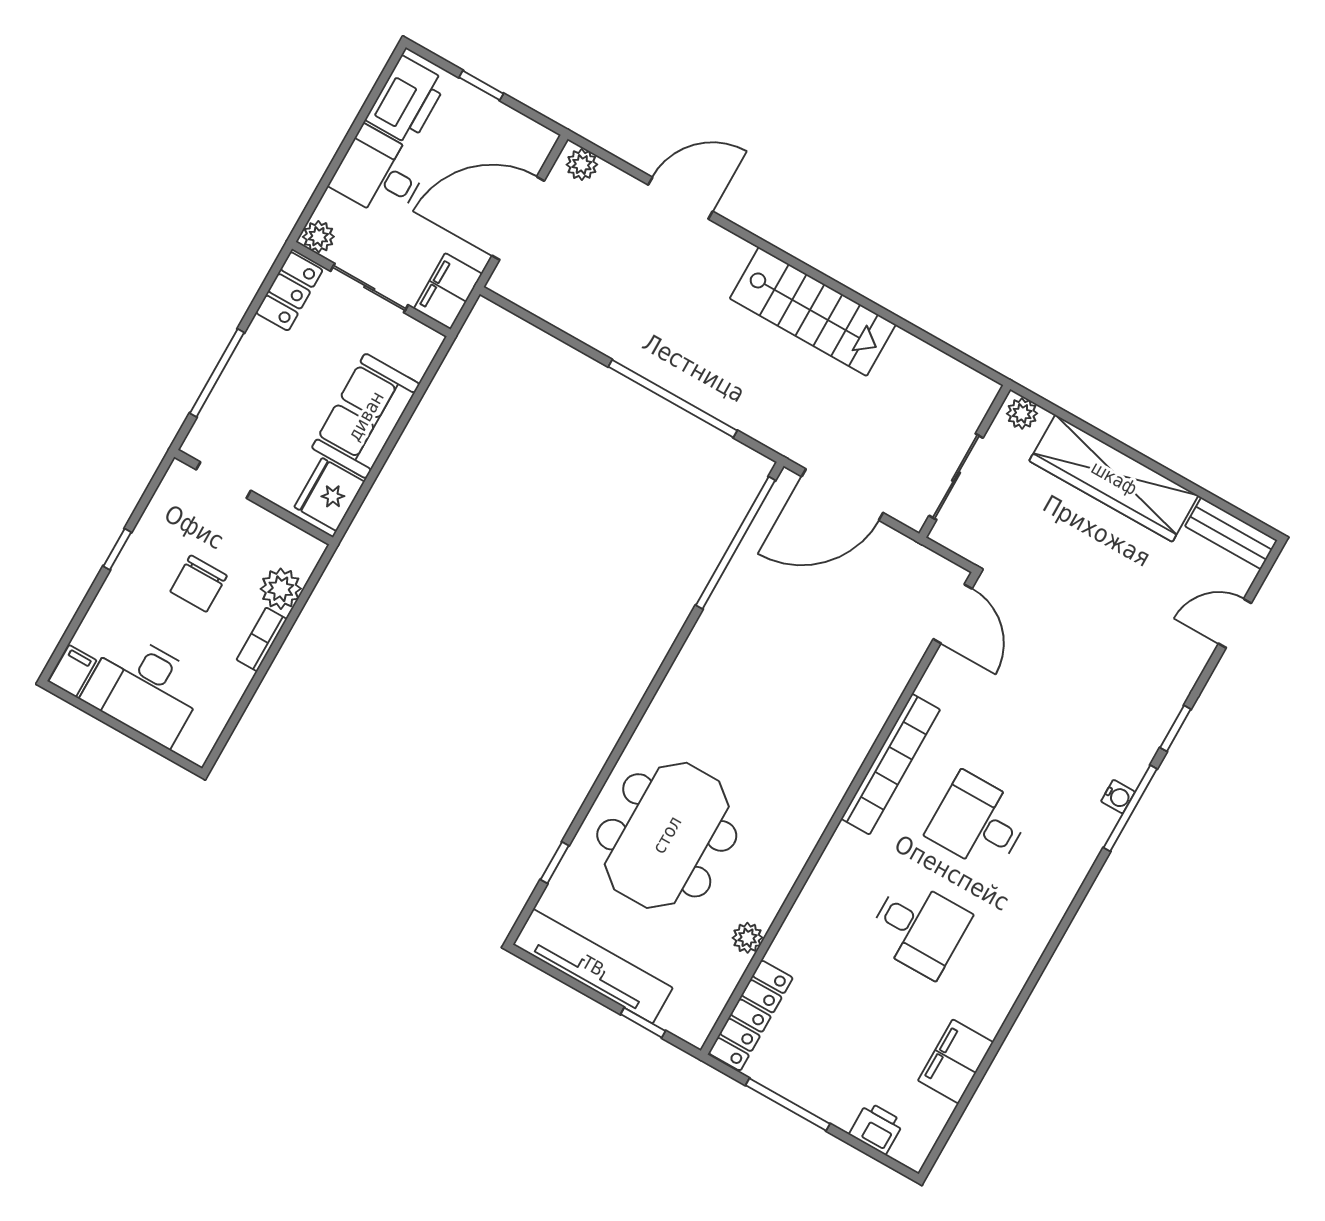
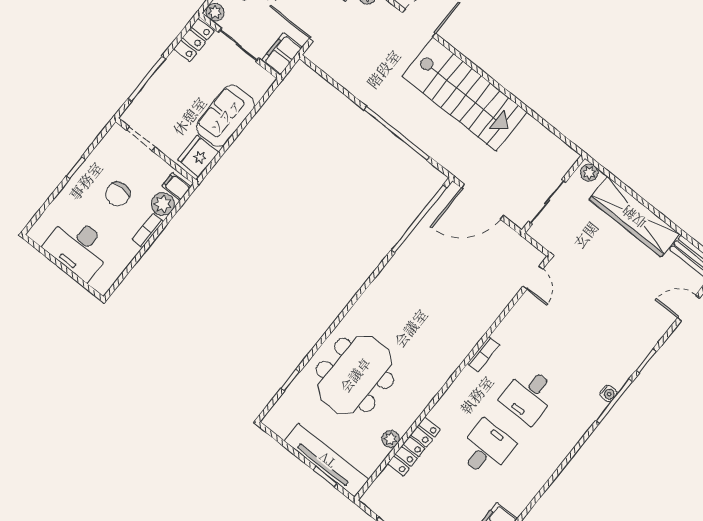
stairs: (813, 312) -> (464, 94), width x1.36, depth x1.51
door: (953, 614) -> (533, 278), width x0.73
filing cabinet: (72, 671) -> (176, 186), moved, turned -90
bookcase: (891, 764) -> (484, 354), width x0.43, depth x0.76
desk: (978, 822) -> (529, 395), turned -90
desk: (919, 928) -> (486, 449), turned -90
tv unit: (593, 966) -> (327, 460), moved
locker: (751, 1015) -> (414, 447), moved

